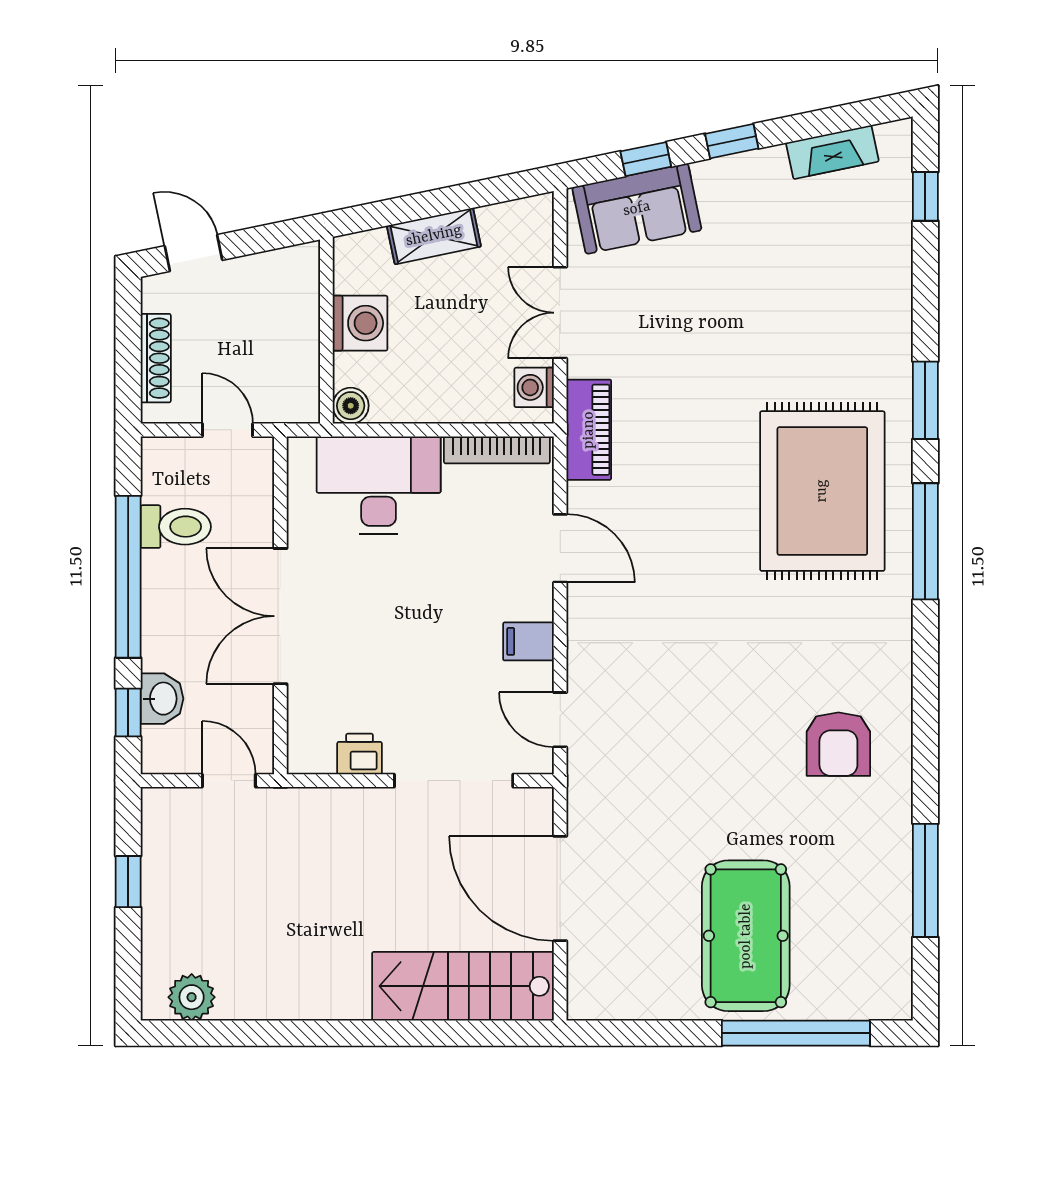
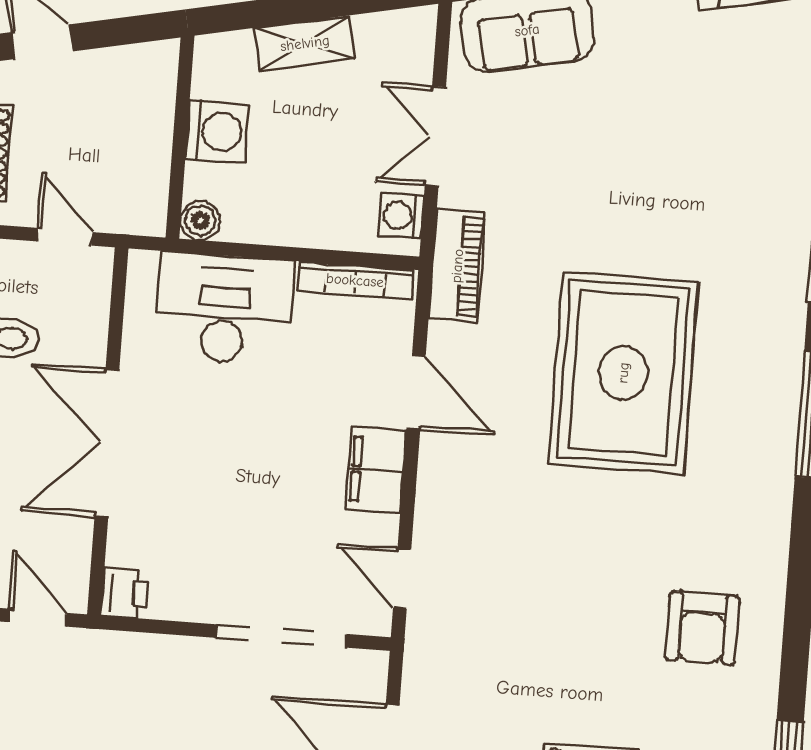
rug: (822, 491) -> (623, 373), moved
filing cabinet: (528, 641) -> (376, 470), width x2.00
printer: (360, 754) -> (125, 593), moved, turned 90

